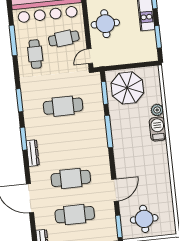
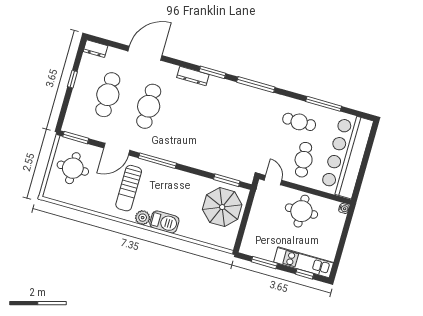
window: (19, 100) -> (256, 85), width x1.44
cafe table: (63, 106) -> (230, 129), removed
plant: (157, 110) -> (143, 218), moved
window: (109, 132) -> (157, 161), moved
sun lounger: (142, 168) -> (129, 188), added
door: (115, 190) -> (117, 149), hinge flipped

